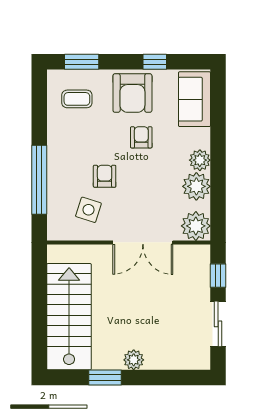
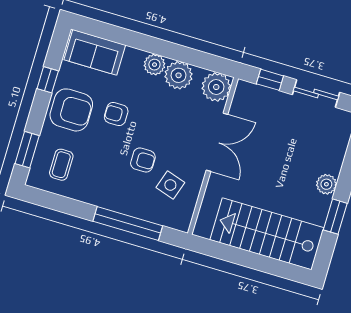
armchair: (105, 176) -> (143, 160), turned 180

